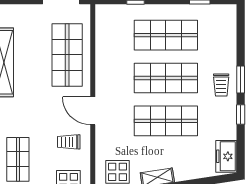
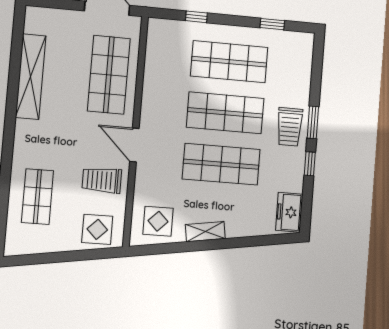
trolley: (221, 85) -> (290, 127), width x1.36, depth x1.39
trolley: (69, 142) -> (102, 180), width x1.36, depth x1.39

